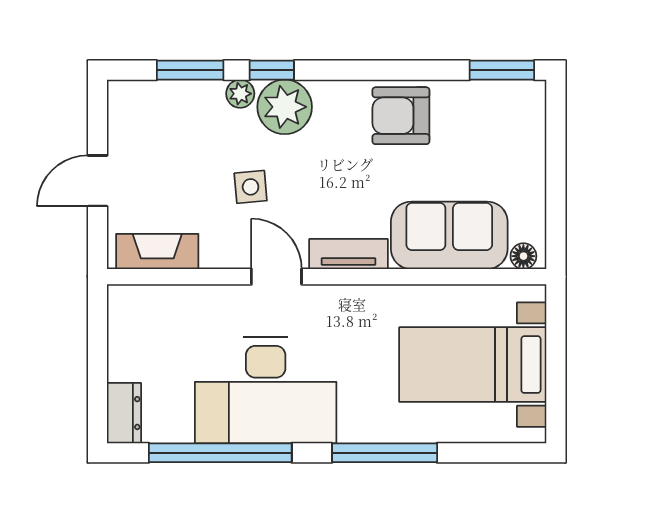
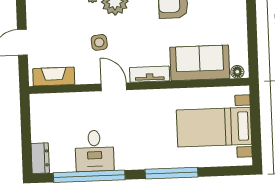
desk: (266, 390) -> (94, 151), width x0.53, depth x0.77

